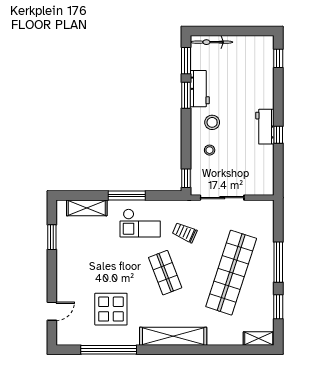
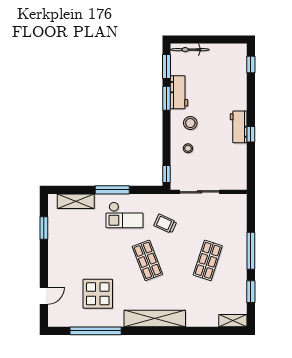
shop shelf: (231, 273) -> (208, 260), width x0.50, depth x0.74

